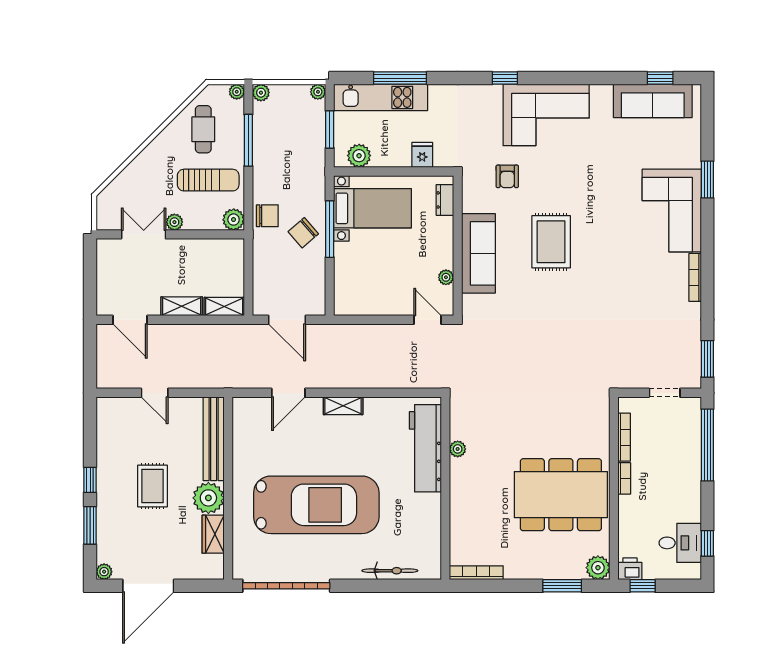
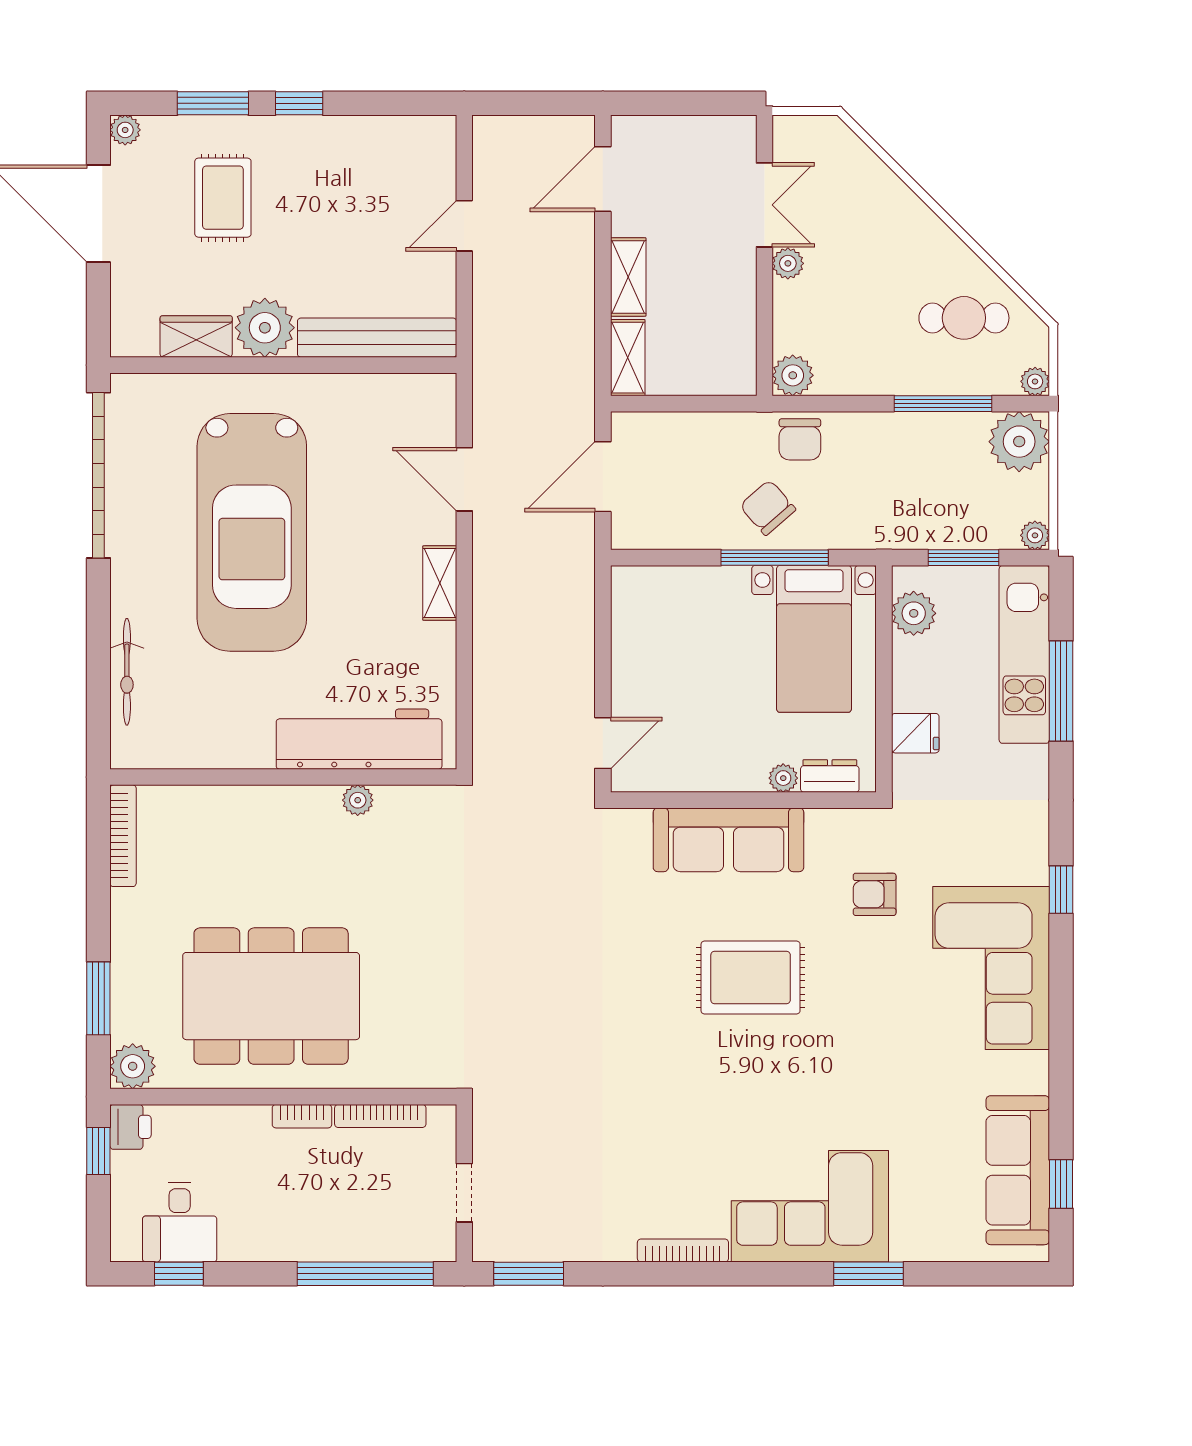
plant: (261, 93) -> (1019, 442), width x1.87, depth x1.87
sun lounger: (208, 180) -> (867, 327), removed
plant: (446, 277) -> (783, 778), moved
rug: (153, 486) -> (223, 198), moved, turned 90
dining table: (561, 495) -> (271, 996), turned 90

